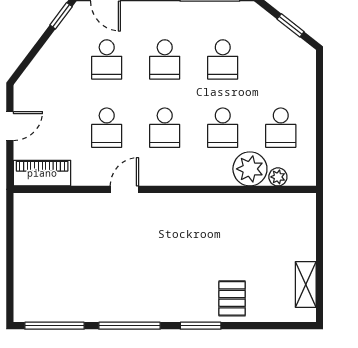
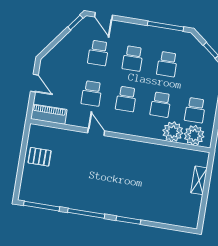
door: (10, 126) -> (34, 83), hinge flipped
plant: (278, 177) -> (194, 135), width x1.87, depth x1.87
door: (124, 189) -> (96, 132), hinge flipped
shelving: (306, 285) -> (199, 180), moved
pallet: (232, 298) -> (40, 157), moved, turned 90

